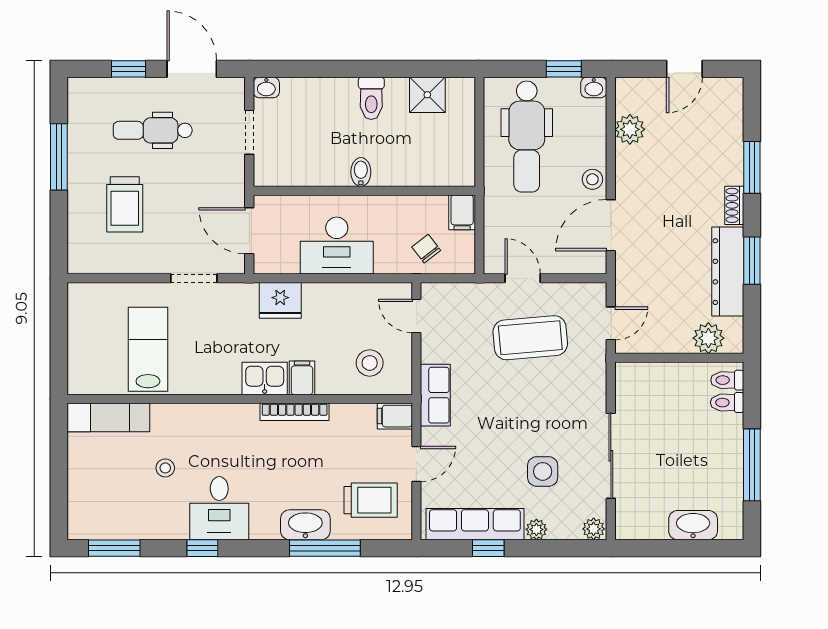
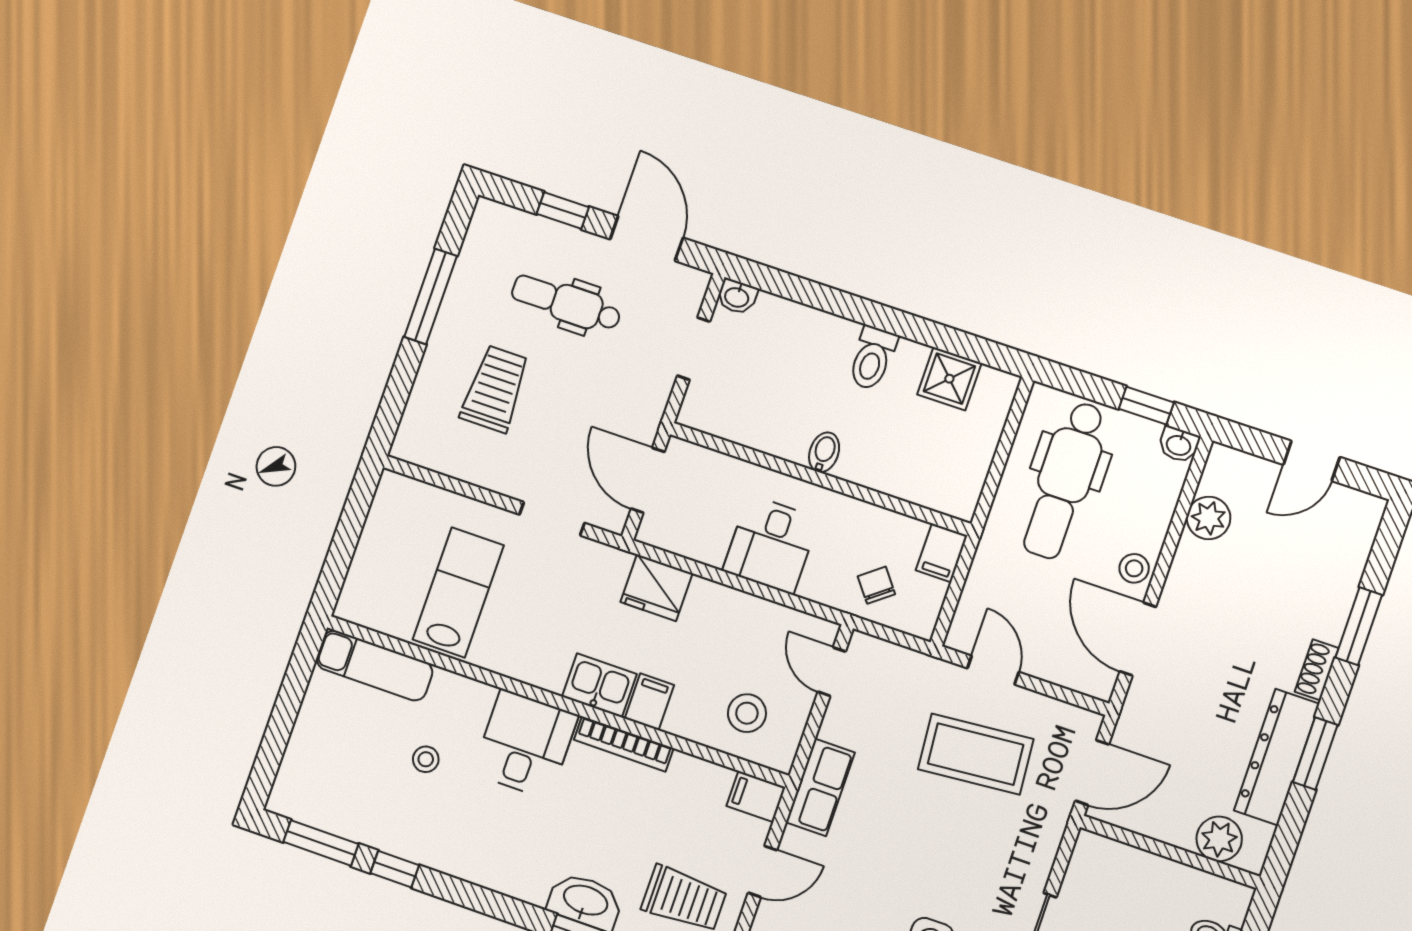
trolley: (125, 204) -> (495, 389), turned 180
door: (611, 225) -> (1138, 639), hinge flipped
desk: (337, 246) -> (771, 545), width x0.73
door: (611, 323) -> (1092, 773), width x1.38
toilet: (727, 380) -> (1225, 905), removed
desk: (219, 508) -> (525, 744), moved, turned 180
window: (202, 548) -> (395, 869), moved

